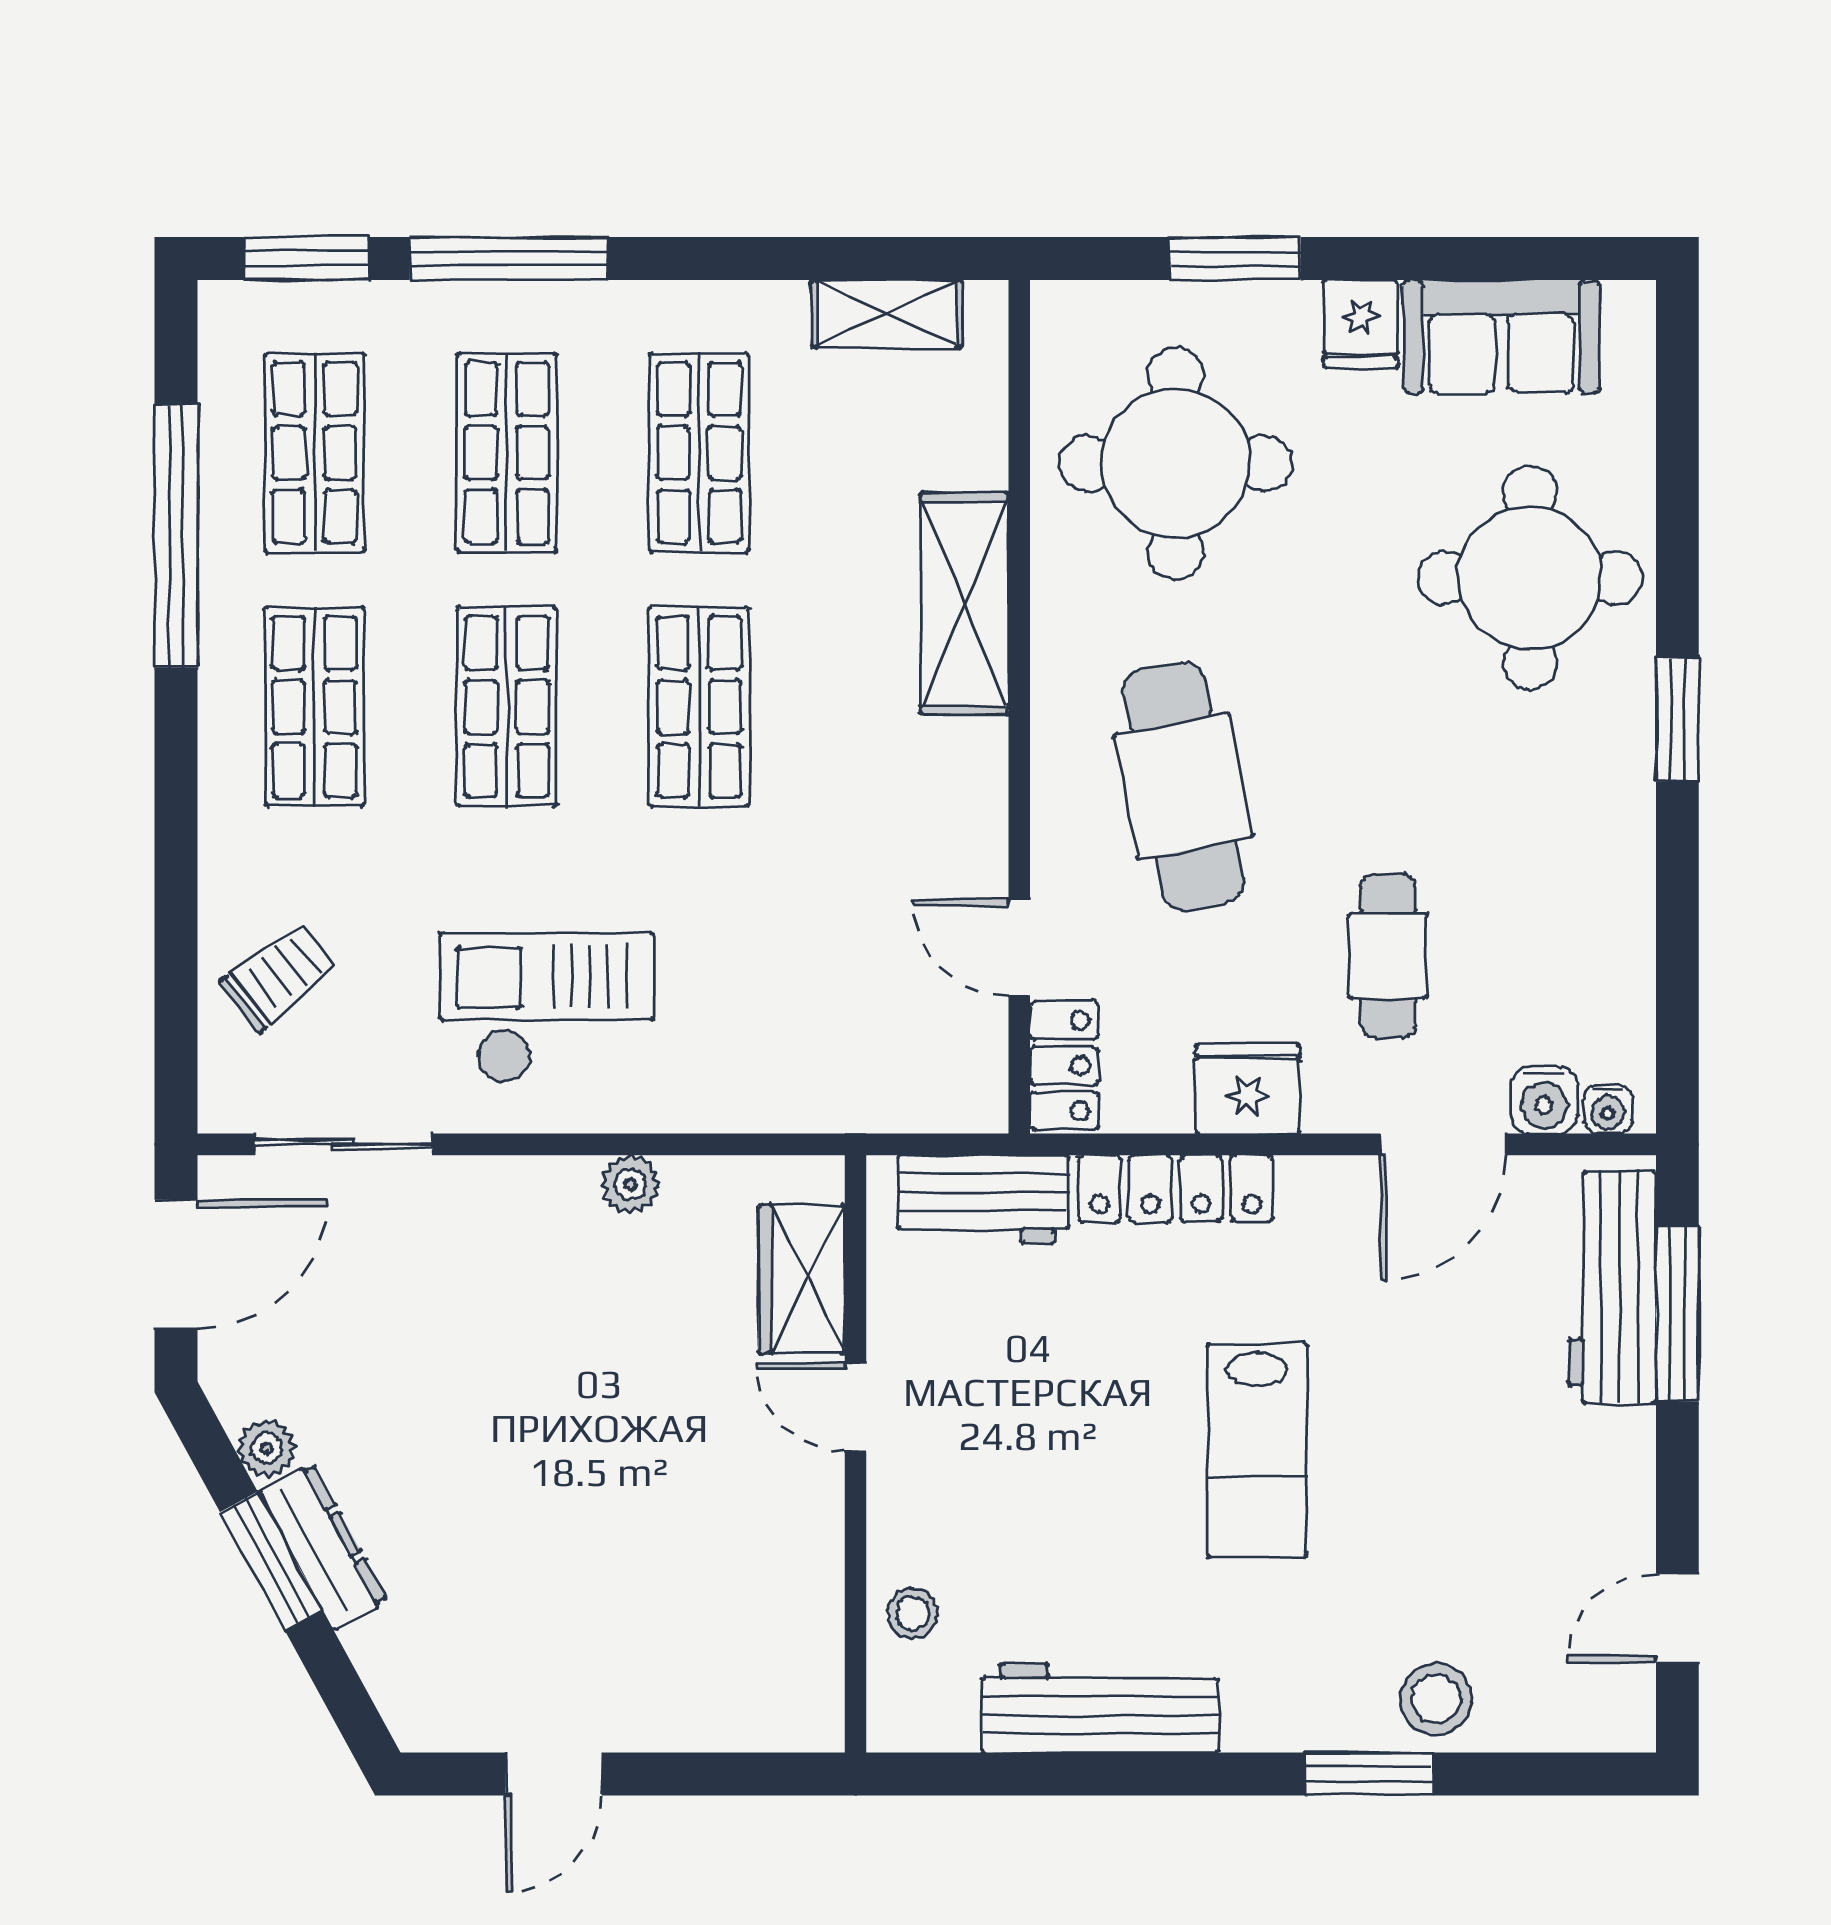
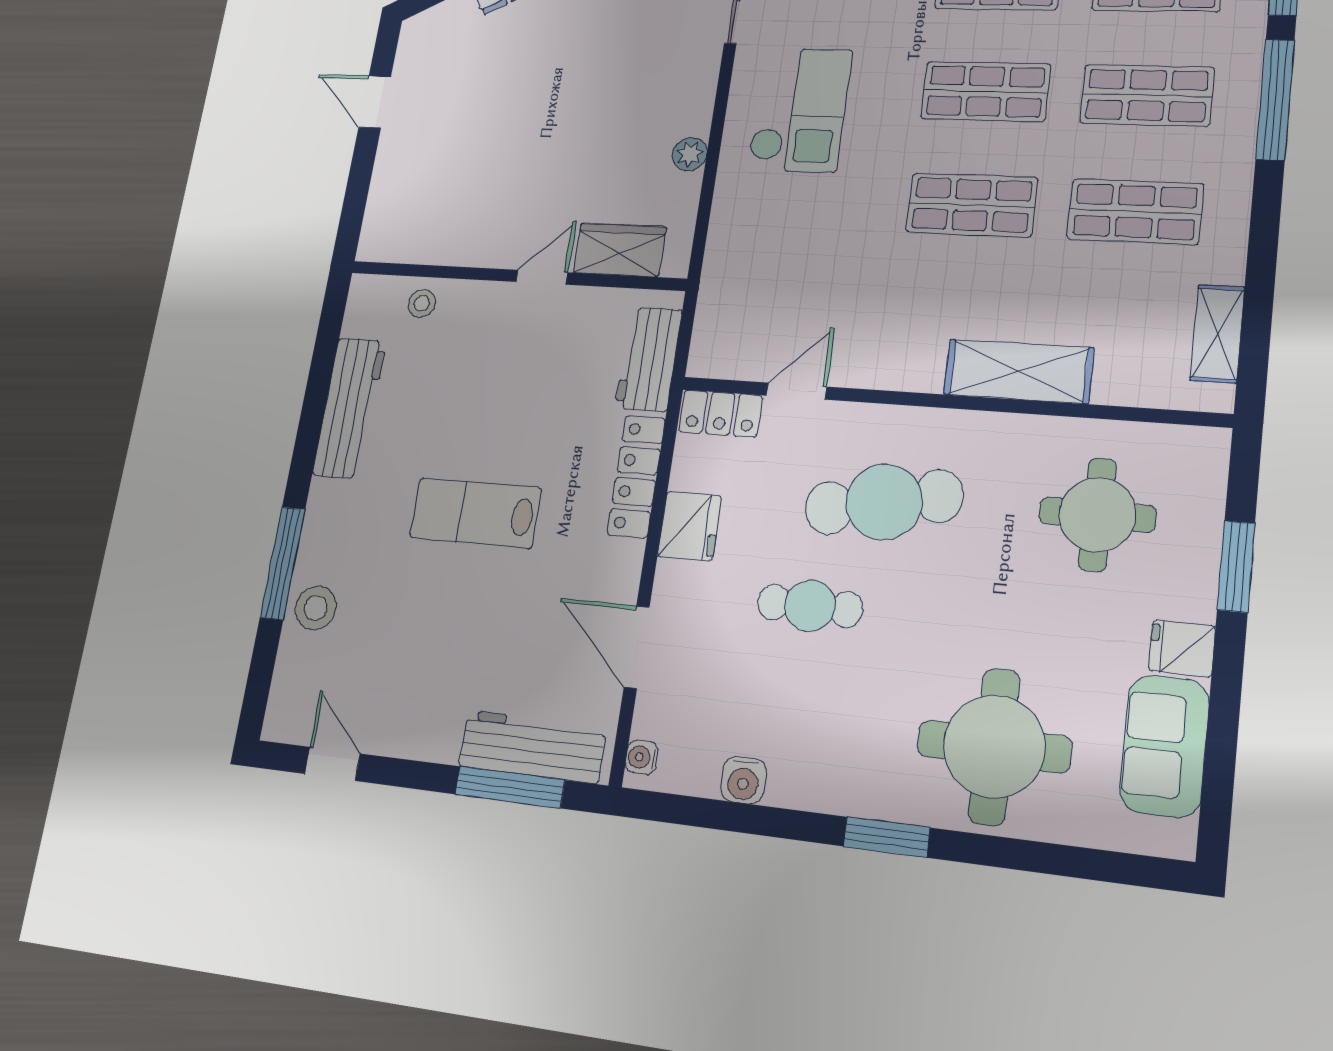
round table: (1176, 463) -> (1097, 515), width x0.73, depth x0.73
cafe table: (1388, 956) -> (810, 606), moved
water cooler: (1544, 1100) -> (743, 780), moved, turned -90
window: (1369, 1774) -> (283, 563), width x1.44

